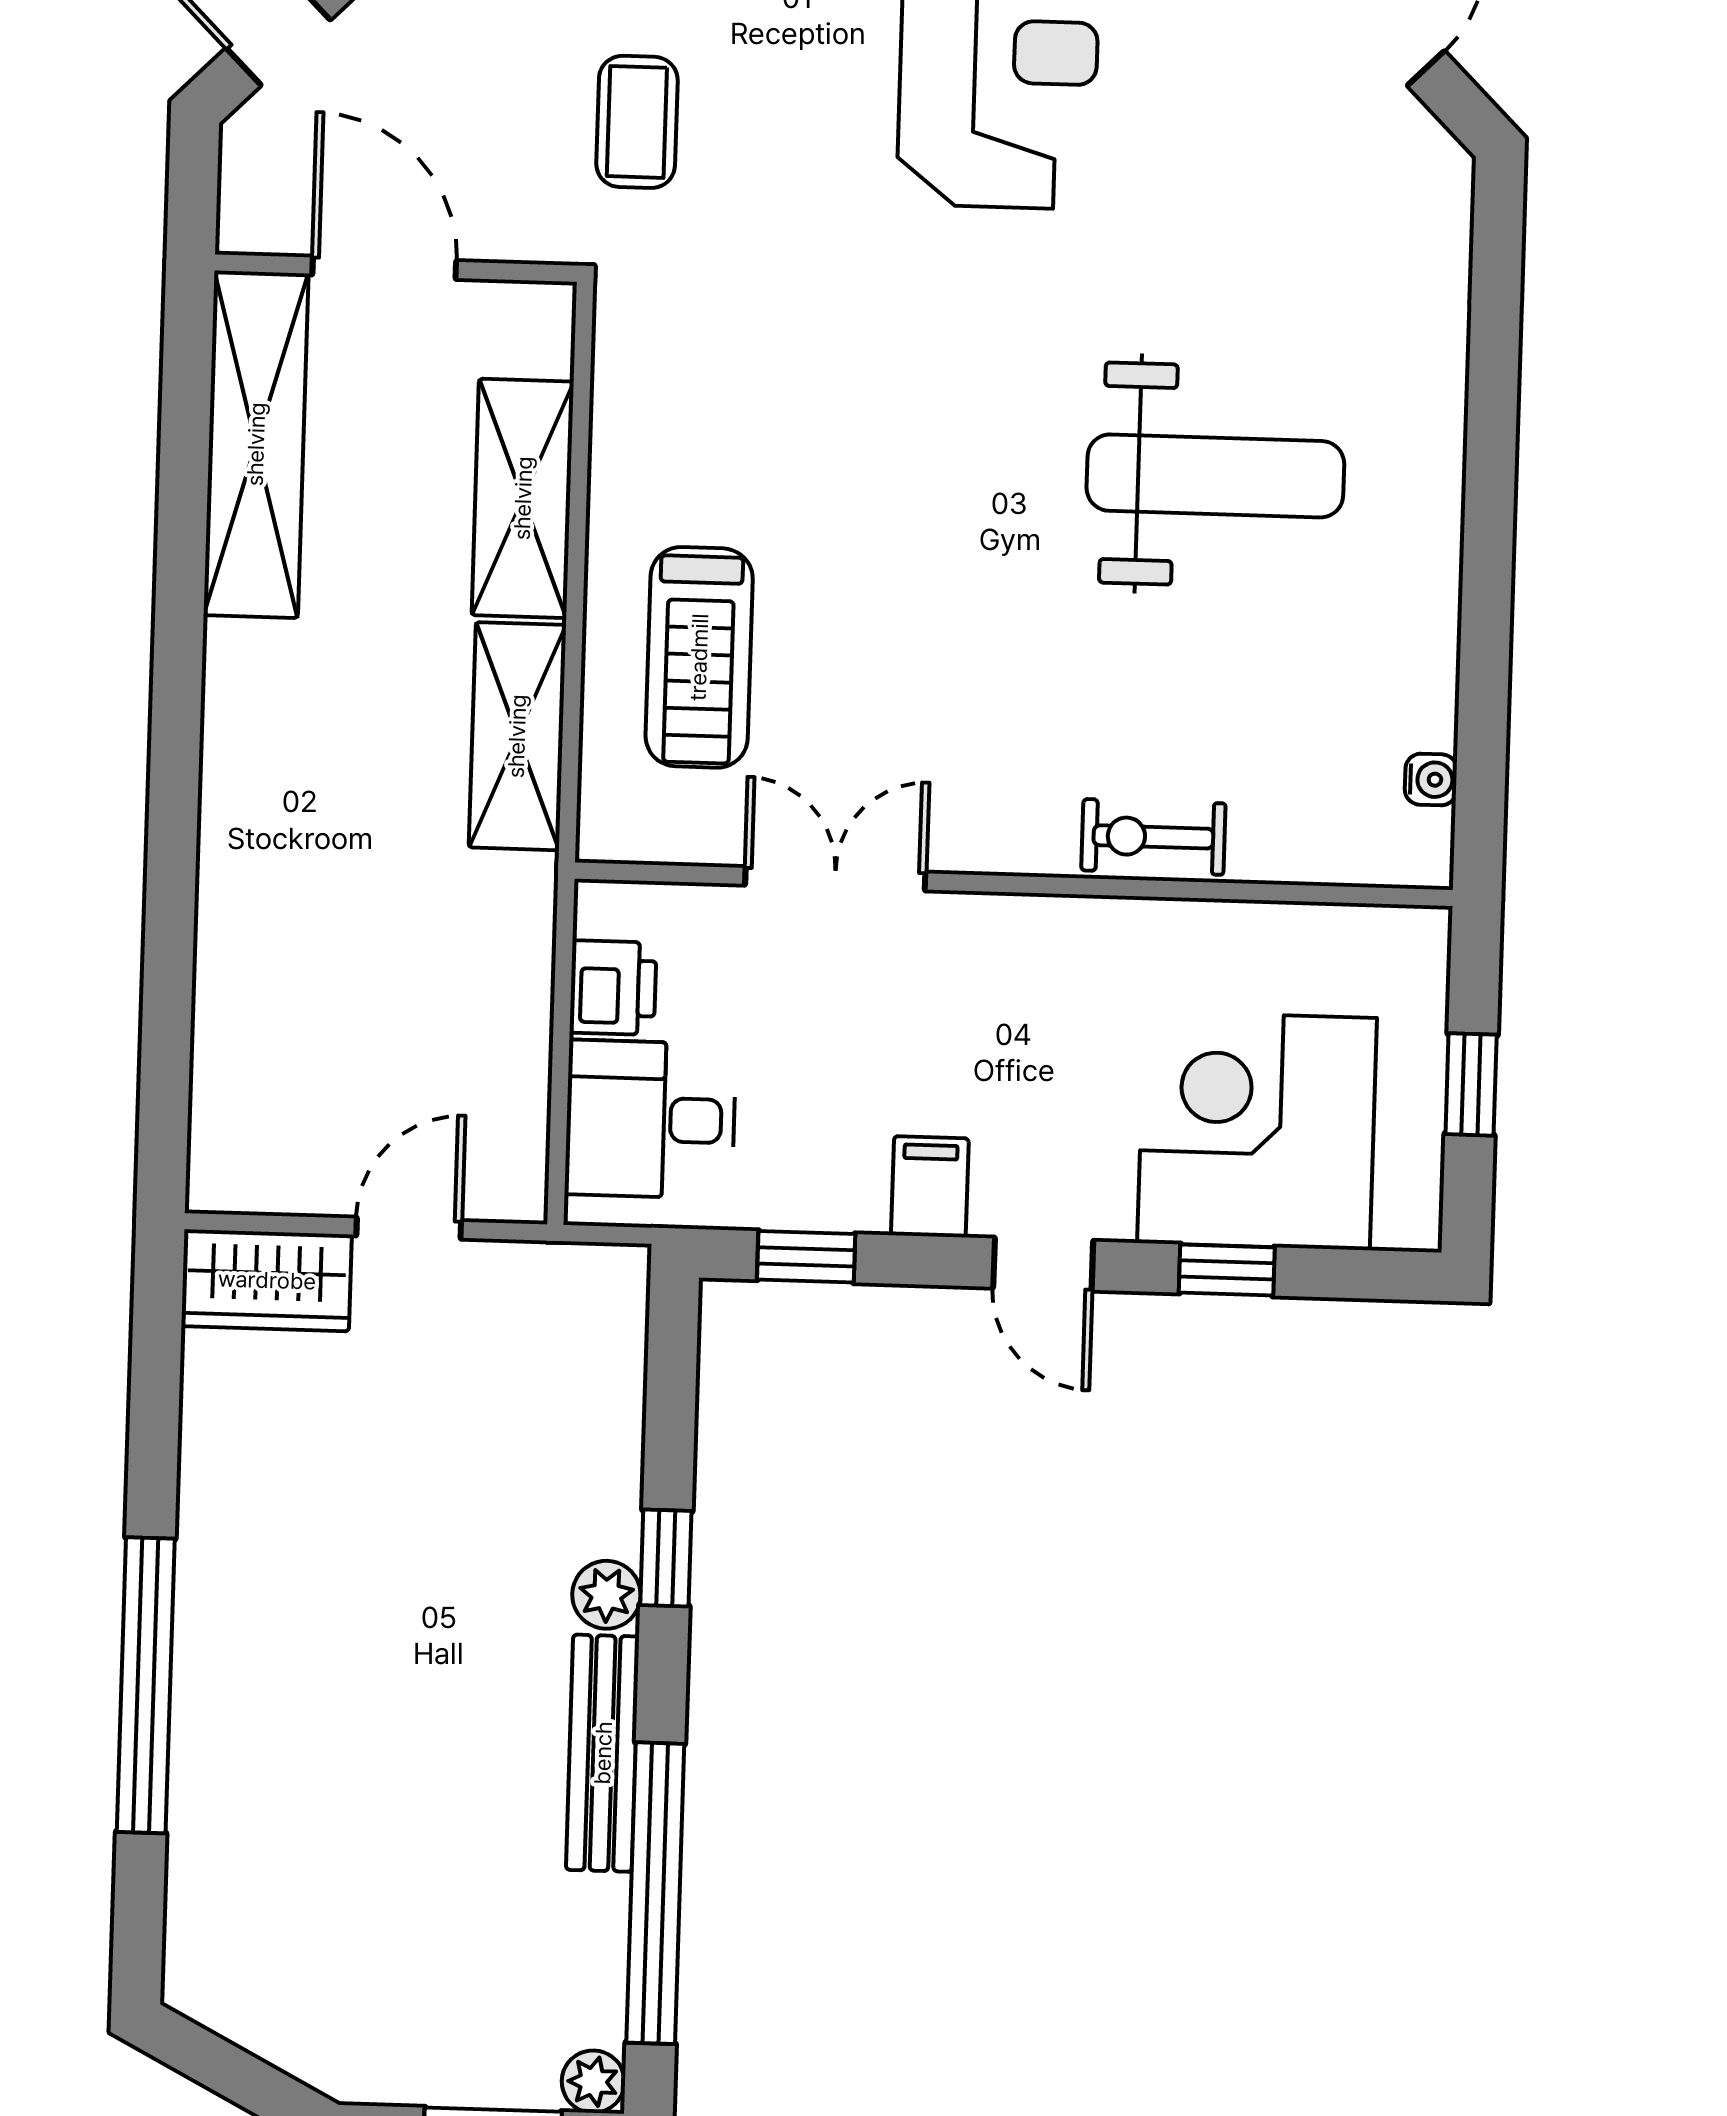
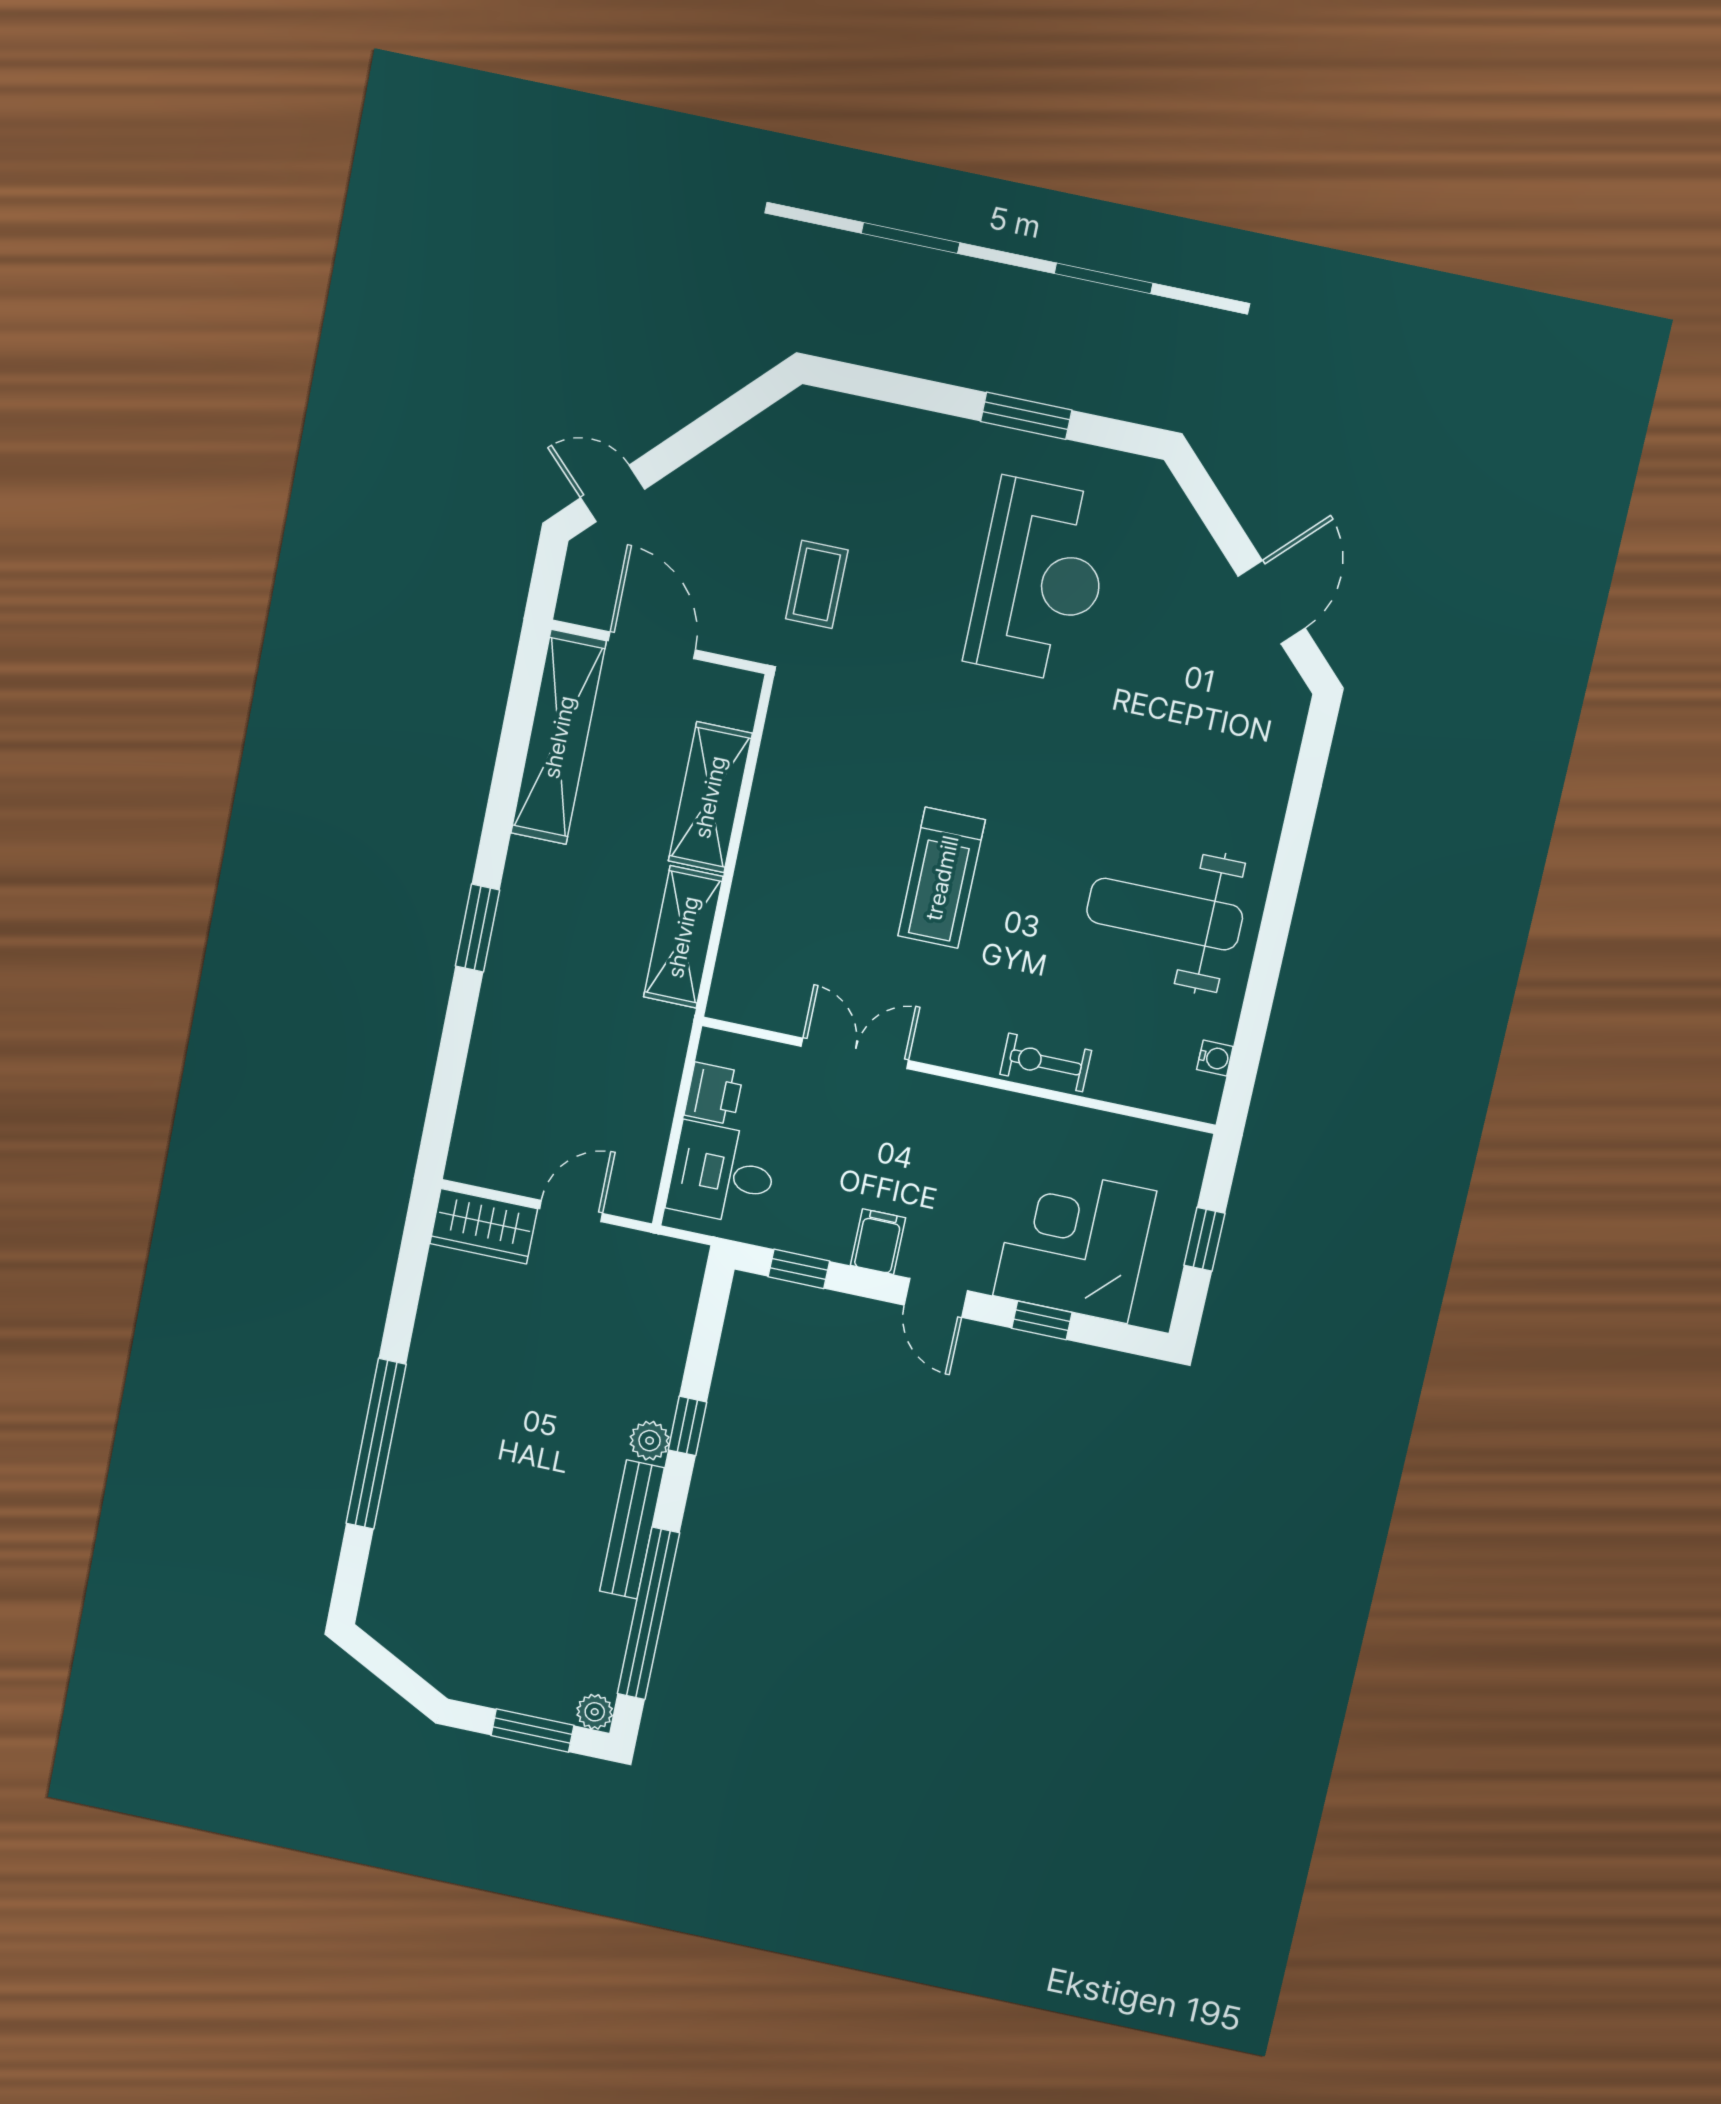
weight bench: (1215, 476) -> (1165, 914), moved, turned 180
treadmill: (699, 657) -> (942, 878), moved
window: (174, 783) -> (478, 928), added

